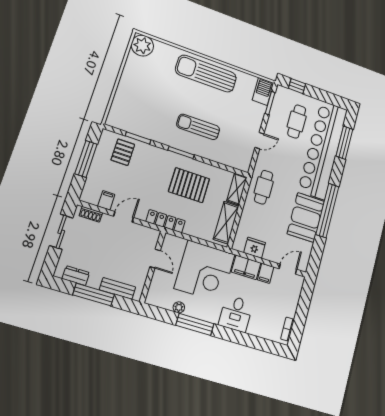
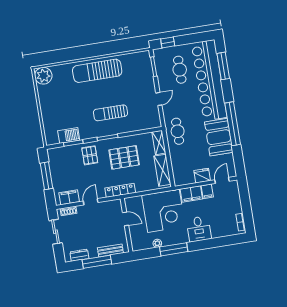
barbecue: (263, 91) -> (69, 135), moved, turned 90
pallet: (123, 152) -> (90, 155), moved
filing cabinet: (106, 200) -> (69, 197), width x2.00
fridge: (255, 248) -> (202, 176), moved

